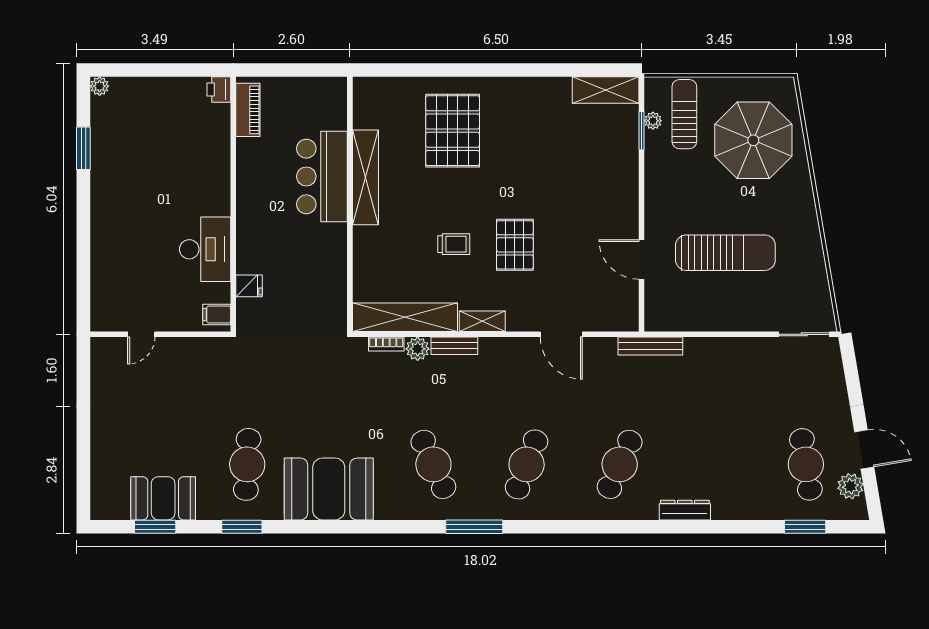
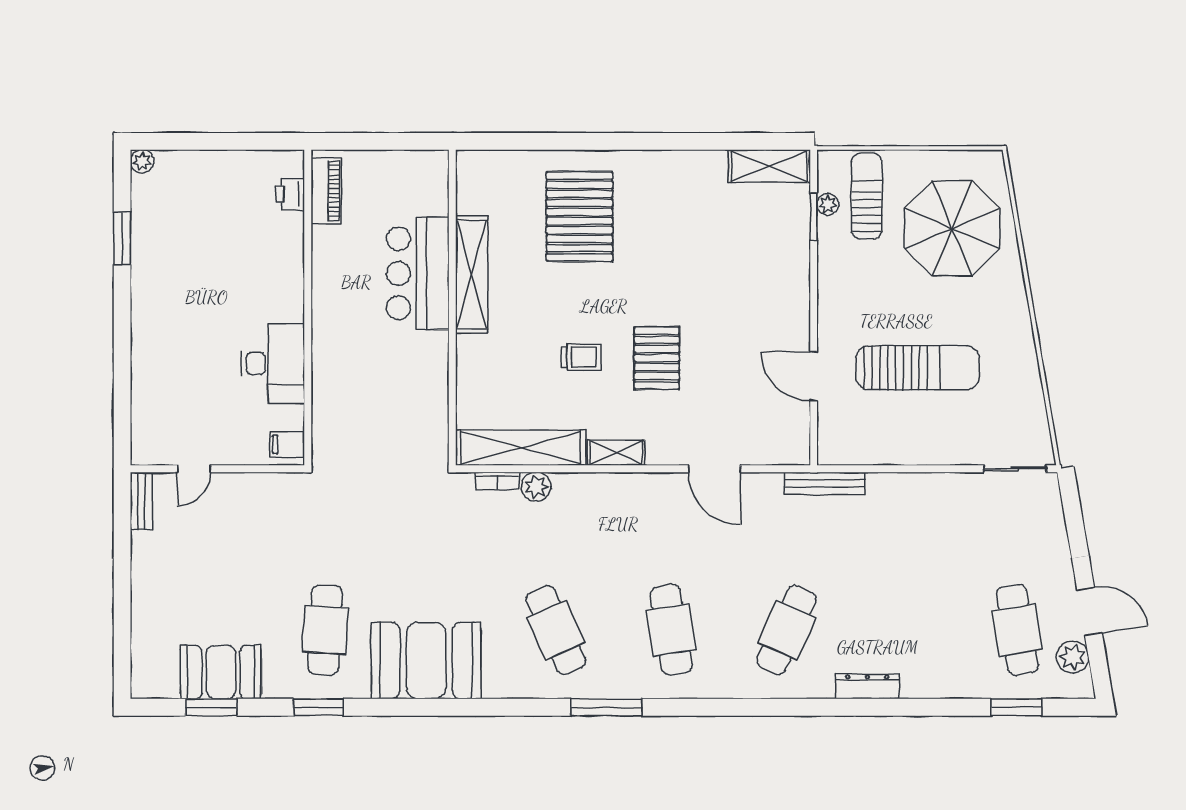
printer: (219, 90) -> (290, 194), moved
fridge: (249, 286) -> (327, 409), removed
bench: (454, 346) -> (141, 501), moved, turned 90
cafe table: (527, 464) -> (671, 630), turned -30

